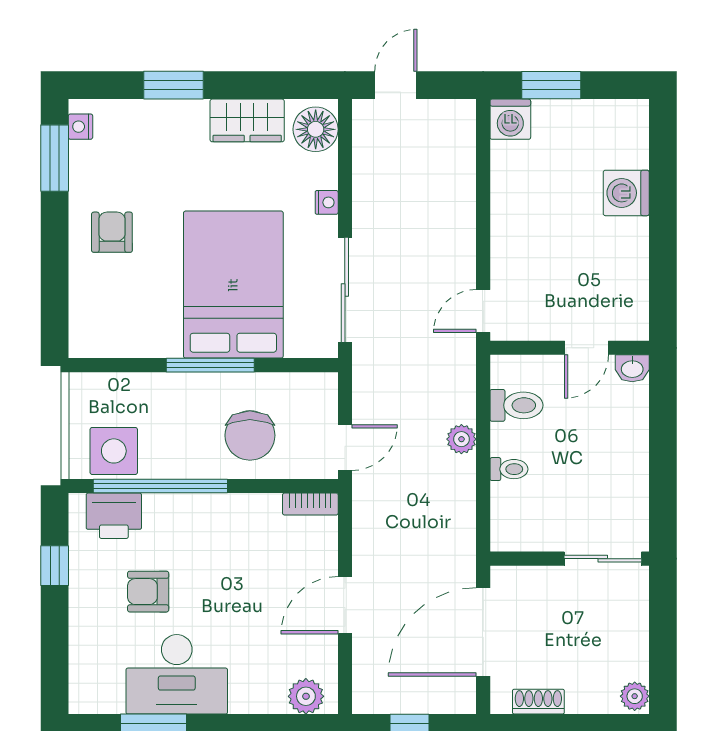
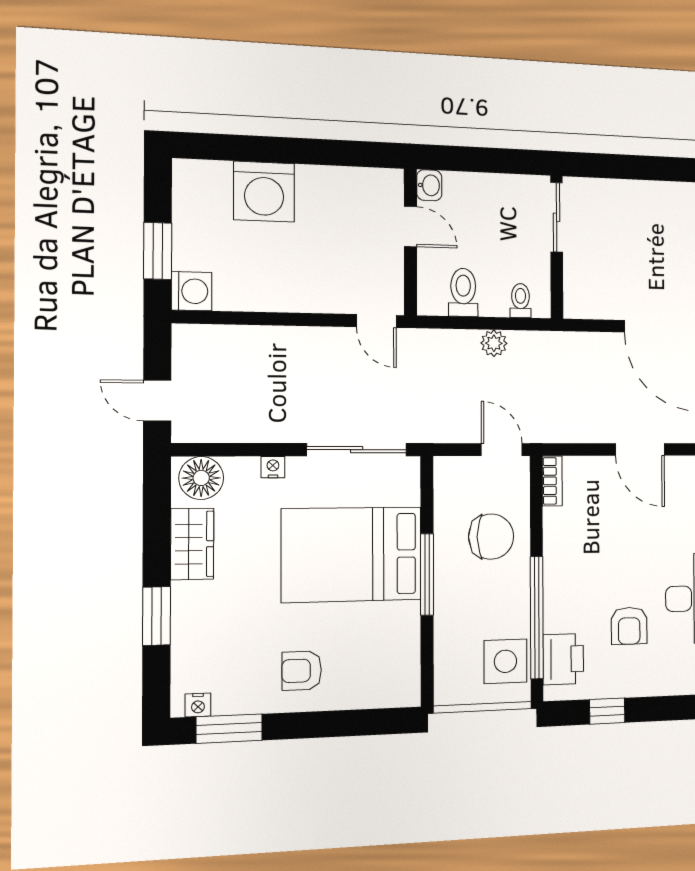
washing machine: (626, 193) -> (264, 192), width x1.37, depth x1.37
wall: (570, 559) -> (557, 247), moved
sliding door: (603, 559) -> (557, 217), moved

